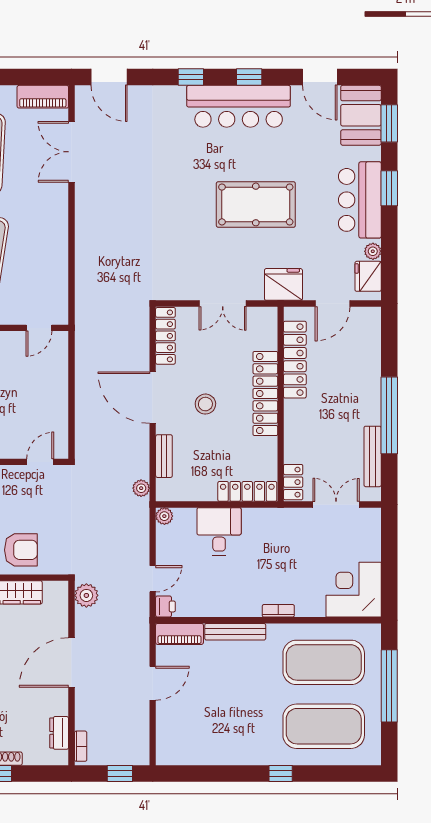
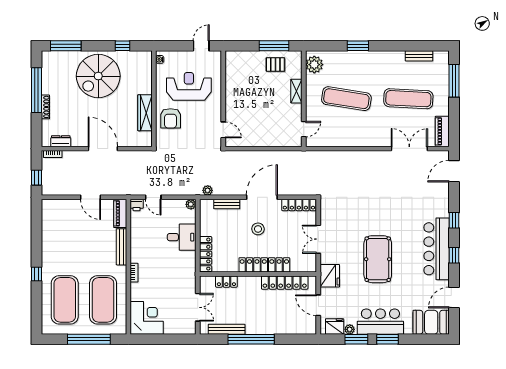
window: (389, 123) -> (356, 339), moved
door: (39, 328) -> (304, 129), swing flipped
locker: (293, 482) -> (226, 282), moved
plant: (86, 595) -> (143, 158), removed

